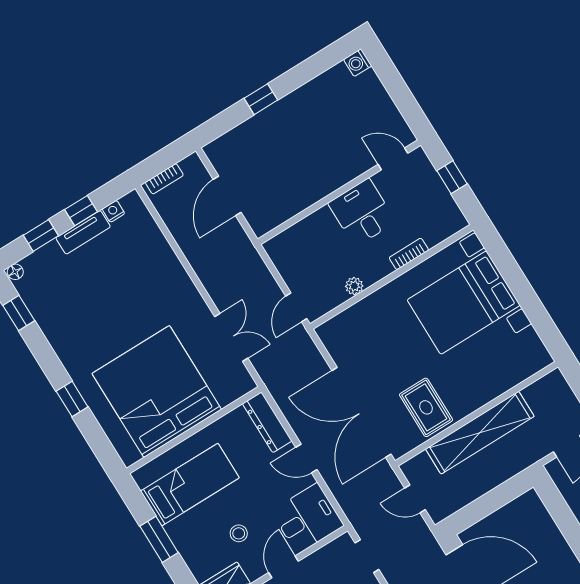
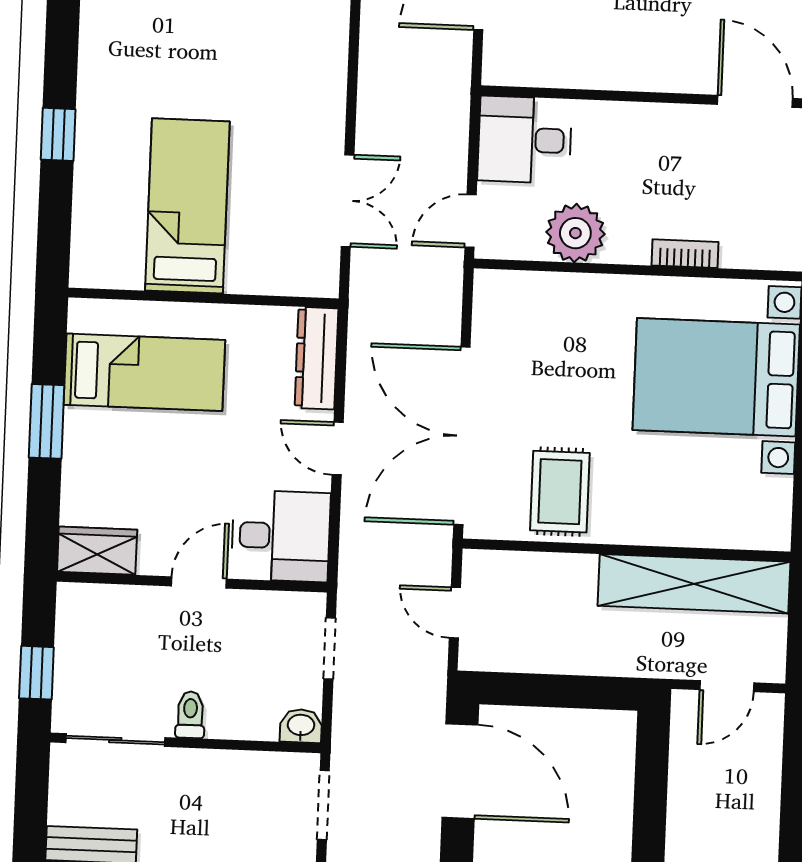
door: (393, 159) -> (755, 101), width x1.38
desk: (362, 213) -> (525, 140), moved, turned -90
plant: (354, 286) -> (575, 233), width x1.87, depth x1.87
bed: (157, 391) -> (187, 206), width x0.49
shelving: (480, 433) -> (694, 584), moved
stool: (239, 533) -> (167, 490), removed

